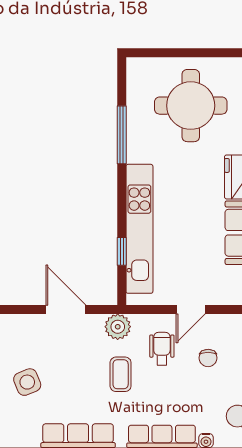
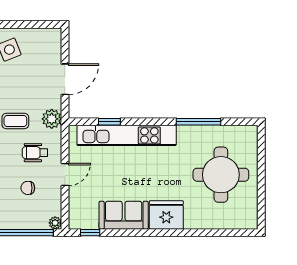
door: (191, 309) -> (65, 175), swing flipped
wheelchair: (162, 349) -> (35, 153), turned 180

